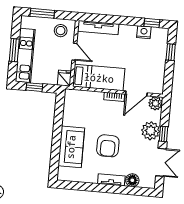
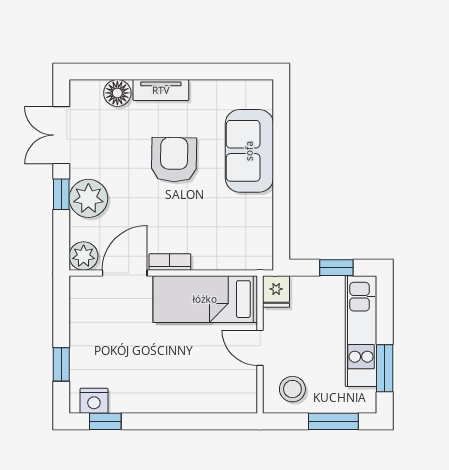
tv unit: (98, 28) -> (215, 402), removed
nightstand: (144, 32) -> (94, 401), moved
window: (14, 50) -> (385, 368), moved

